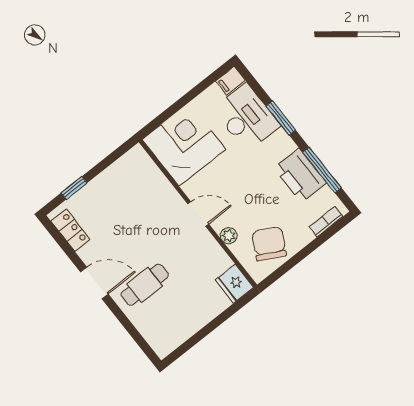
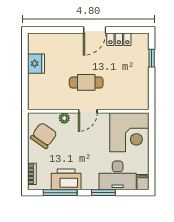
locker: (71, 230) -> (119, 39), moved
chair: (269, 244) -> (44, 136), turned -83
fridge: (234, 284) -> (36, 64), moved, turned 90
cafe table: (145, 285) -> (86, 82), moved, turned 90

